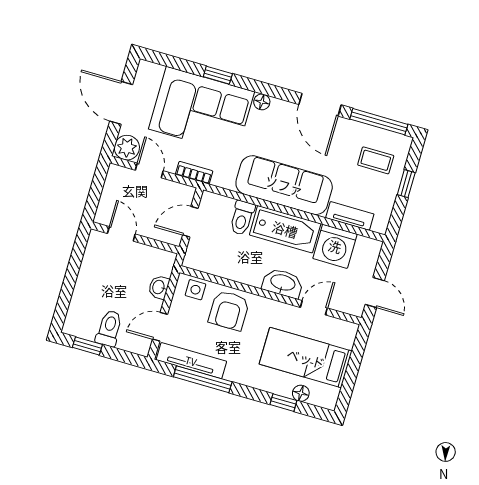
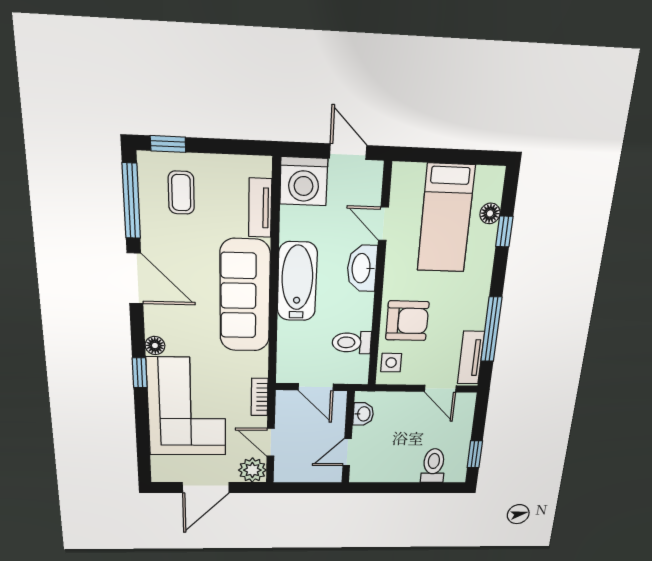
window: (218, 75) -> (140, 373), moved
door: (320, 105) -> (135, 278), hinge flipped
door: (149, 170) -> (271, 442), hinge flipped
window: (406, 184) -> (168, 144), moved
toilet: (242, 218) -> (352, 342), moved, turned 180
washing machine: (335, 246) -> (304, 181), moved, turned 90
washbasin: (159, 287) -> (363, 414), moved, turned -90
door: (375, 293) -> (348, 152), hinge flipped
toilet: (109, 328) -> (433, 466), moved, turned 90
tv unit: (191, 361) -> (471, 358), width x0.71

